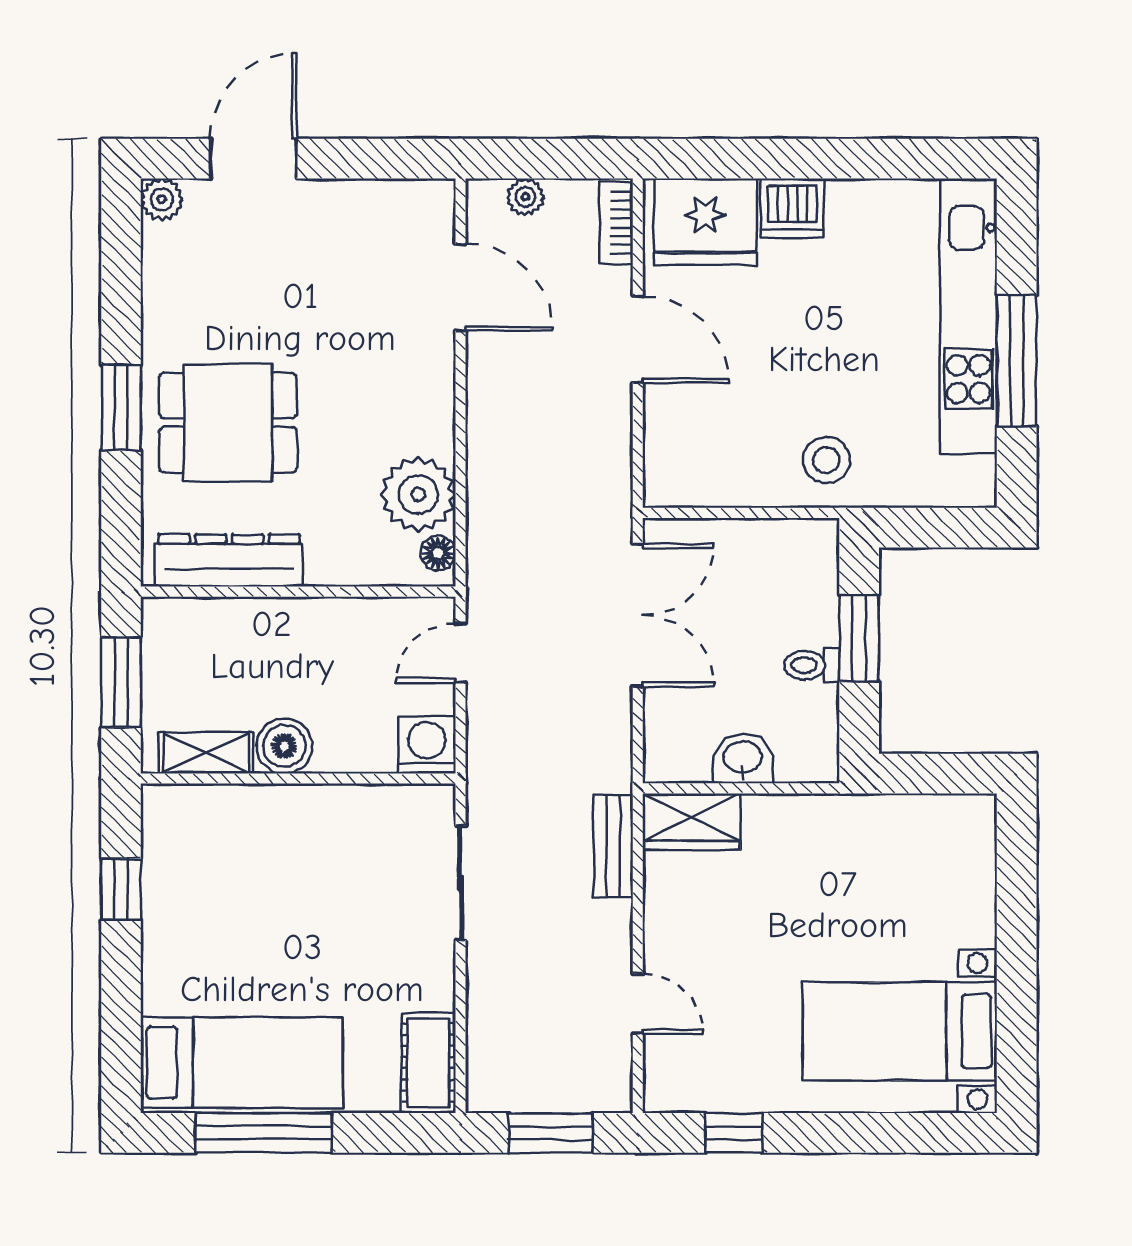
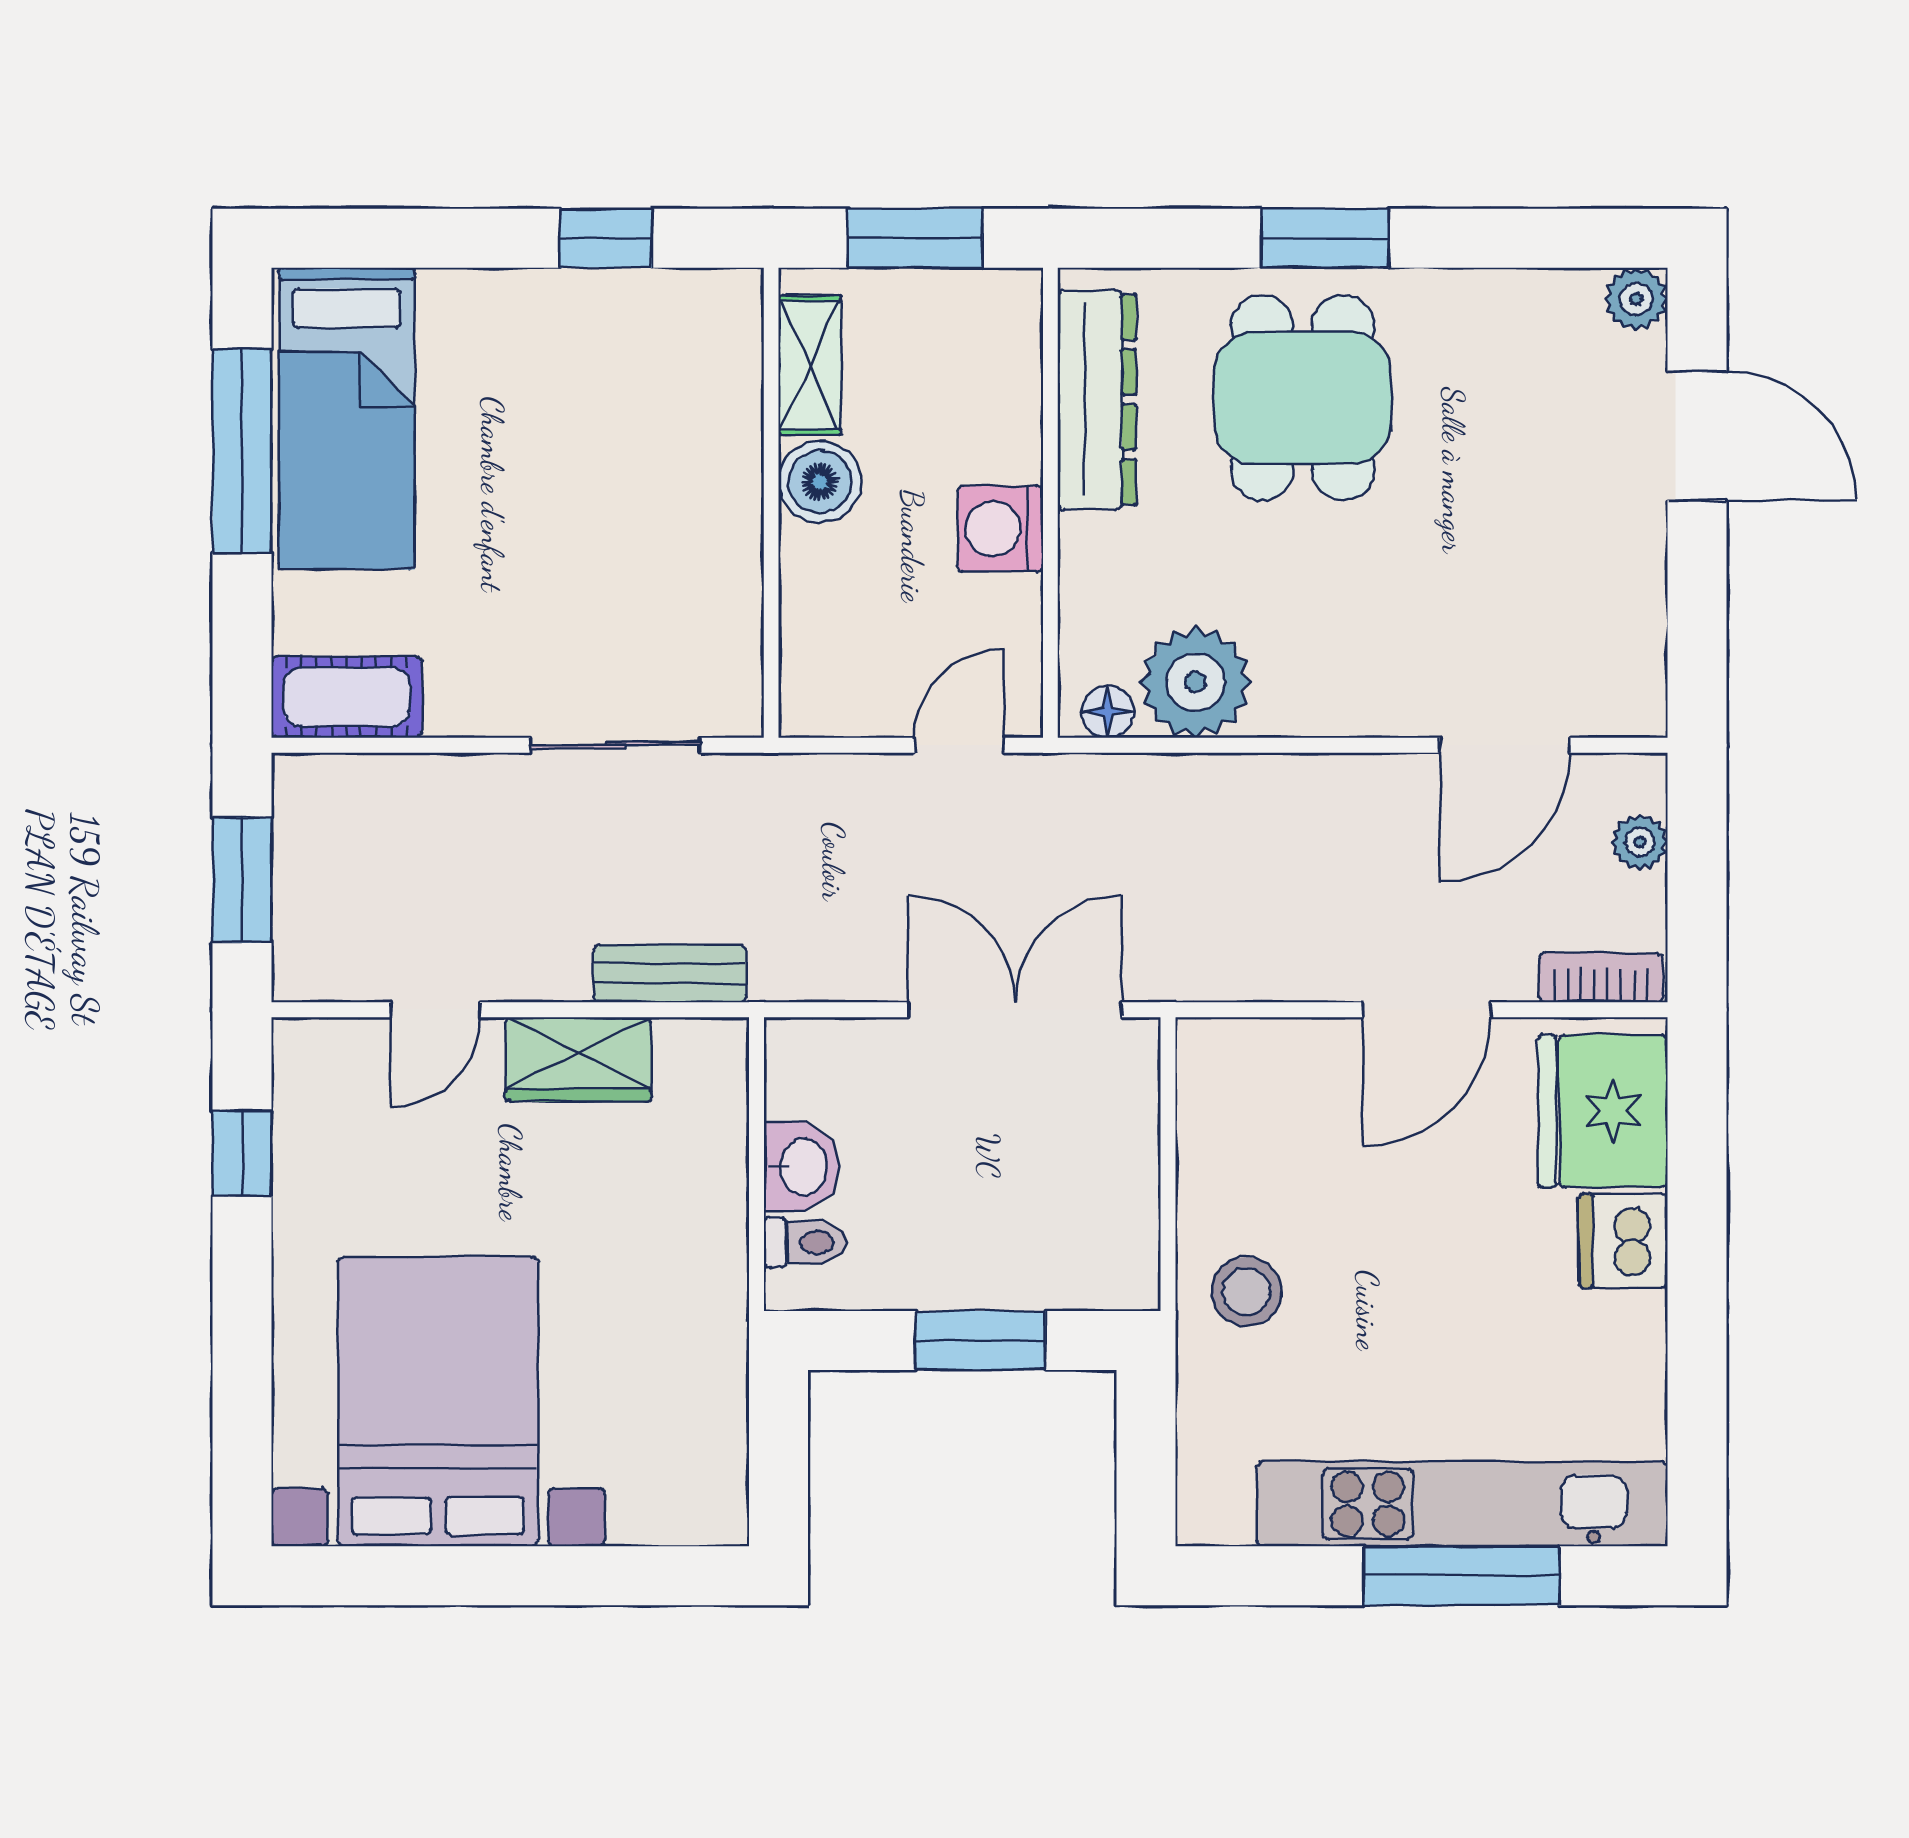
window: (1017, 361) -> (1461, 1576), moved
double door: (638, 615) -> (1015, 1010), swing flipped
door: (461, 653) -> (959, 745), hinge flipped
toilet: (812, 665) -> (805, 1242), moved, turned 90
washing machine: (427, 745) -> (1000, 529), moved, turned 180
wardrobe: (691, 822) -> (578, 1059), moved, turned -90
bed with nightstands: (900, 1031) -> (438, 1401), width x1.36

